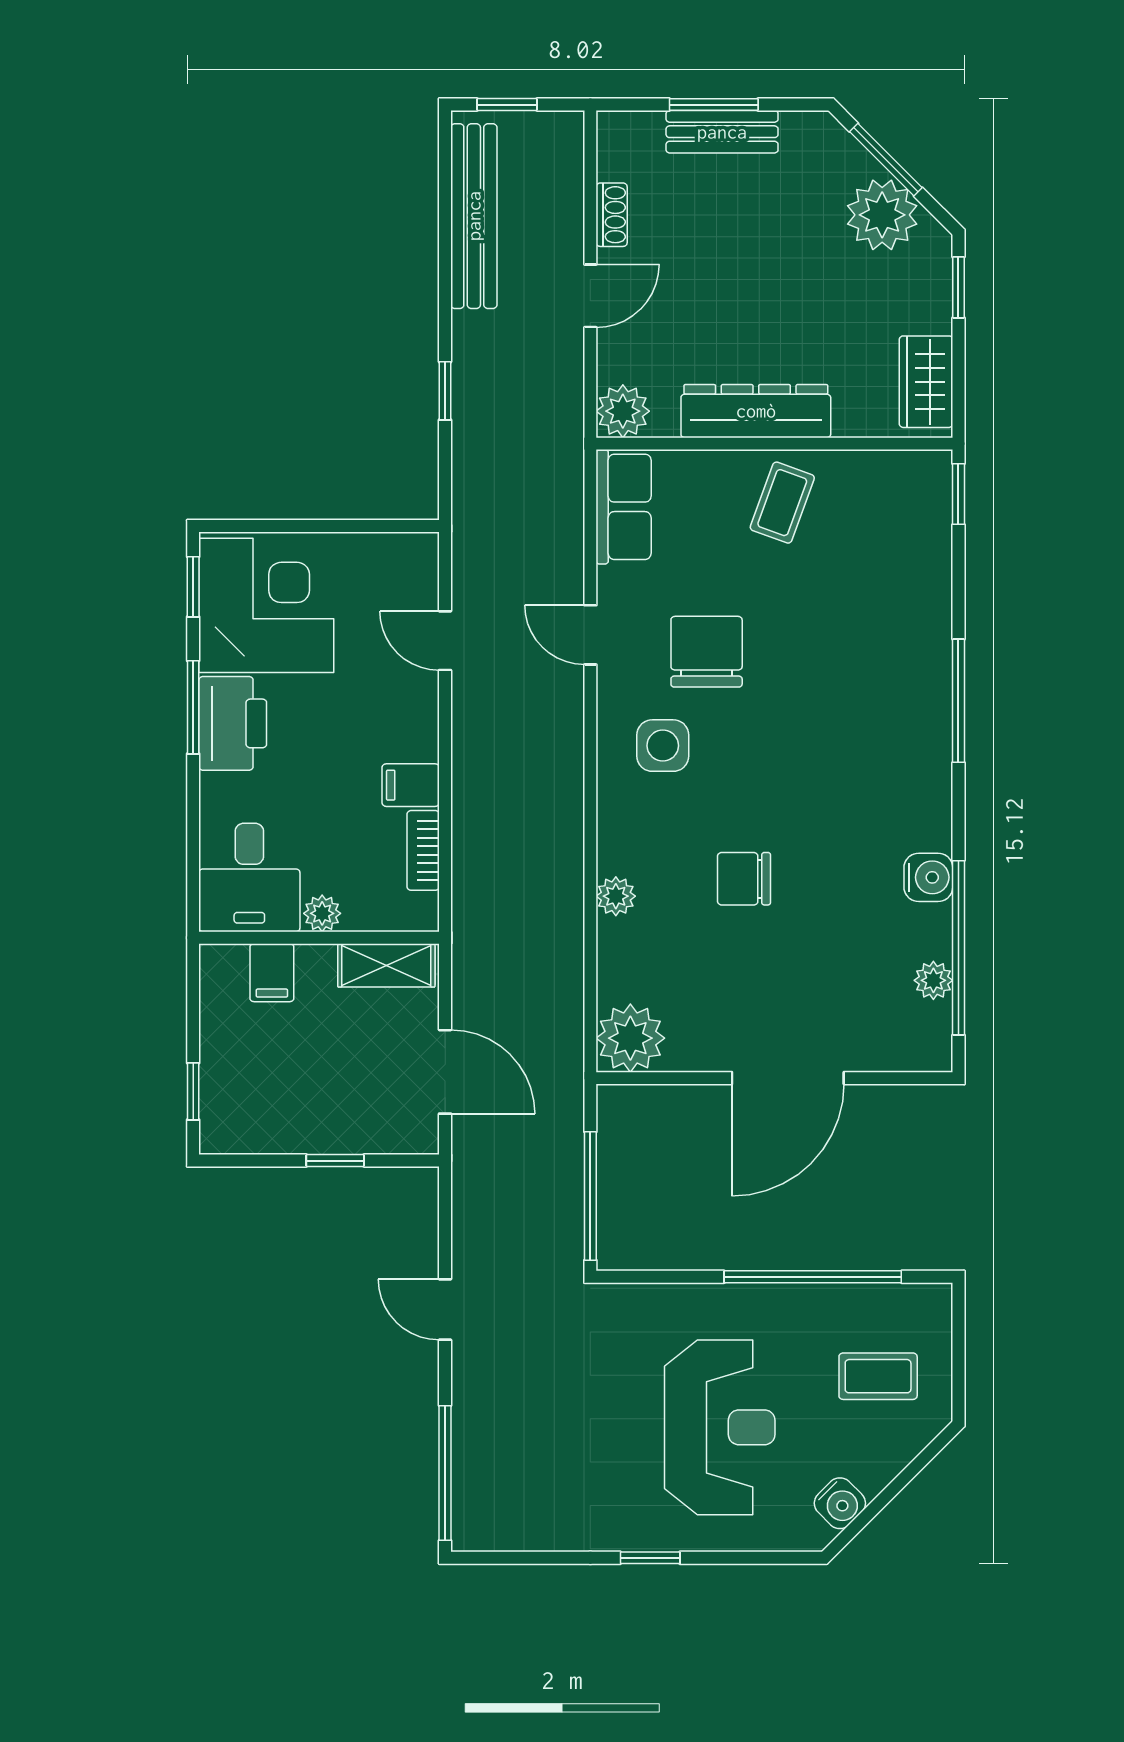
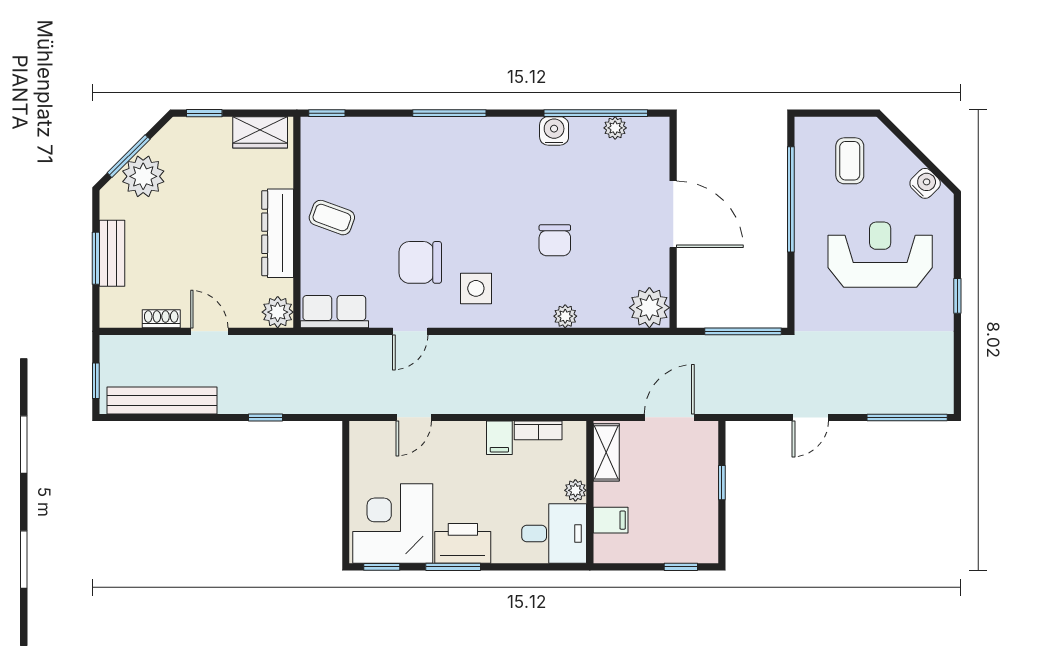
plant: (882, 215) -> (143, 176), moved

